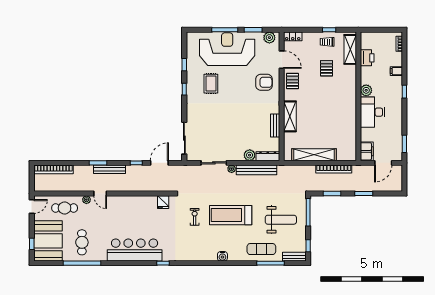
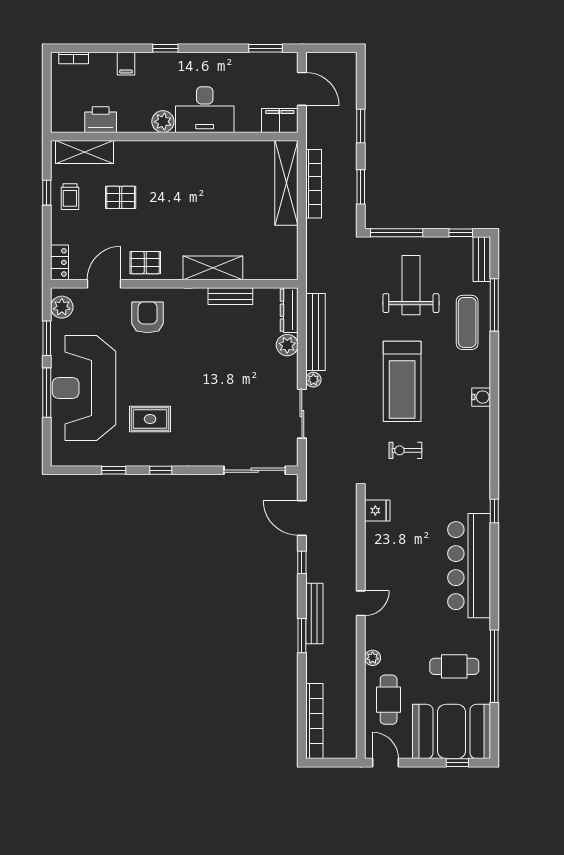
shelving: (314, 155) -> (286, 183), moved
door: (100, 194) -> (361, 603), moved

